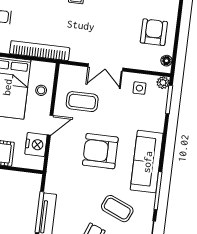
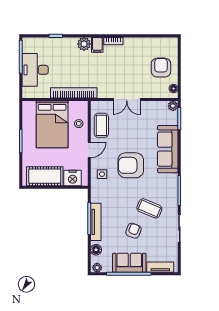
side table: (139, 88) -> (102, 174), moved
coffee table: (82, 102) -> (101, 125), moved, turned 90
nightstand: (36, 144) -> (73, 178), moved, turned 90
sofa: (147, 162) -> (168, 149), moved

